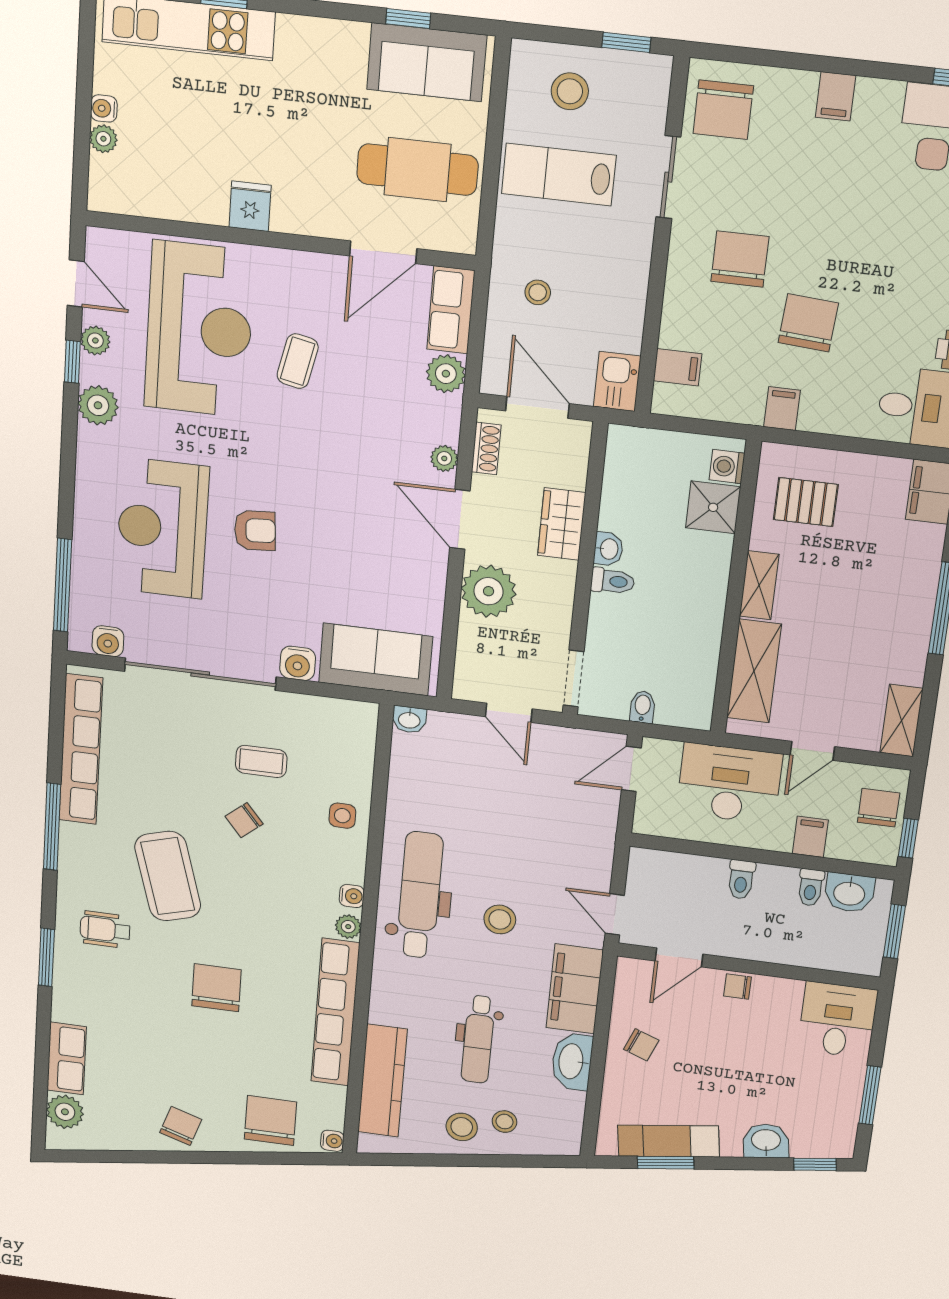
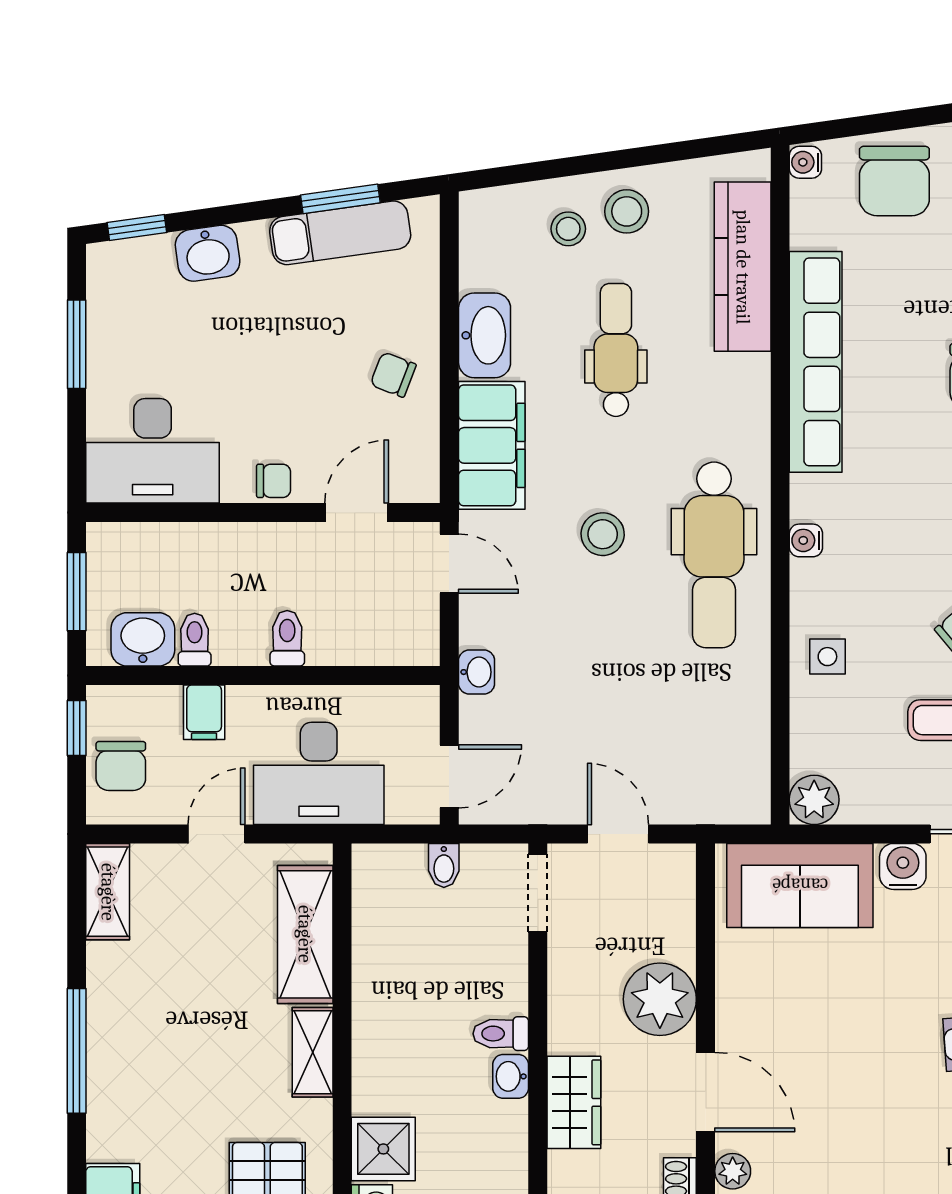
washbasin: (409, 720) -> (477, 672), moved, turned 90
plant: (348, 927) -> (814, 800), moved, width x1.38, depth x1.38
desk: (837, 1020) -> (153, 451), width x1.37

